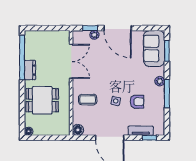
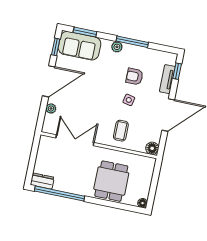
window: (90, 28) -> (56, 47), moved
dresser: (30, 70) -> (42, 181), moved
armchair: (137, 102) -> (134, 77), turned -90

